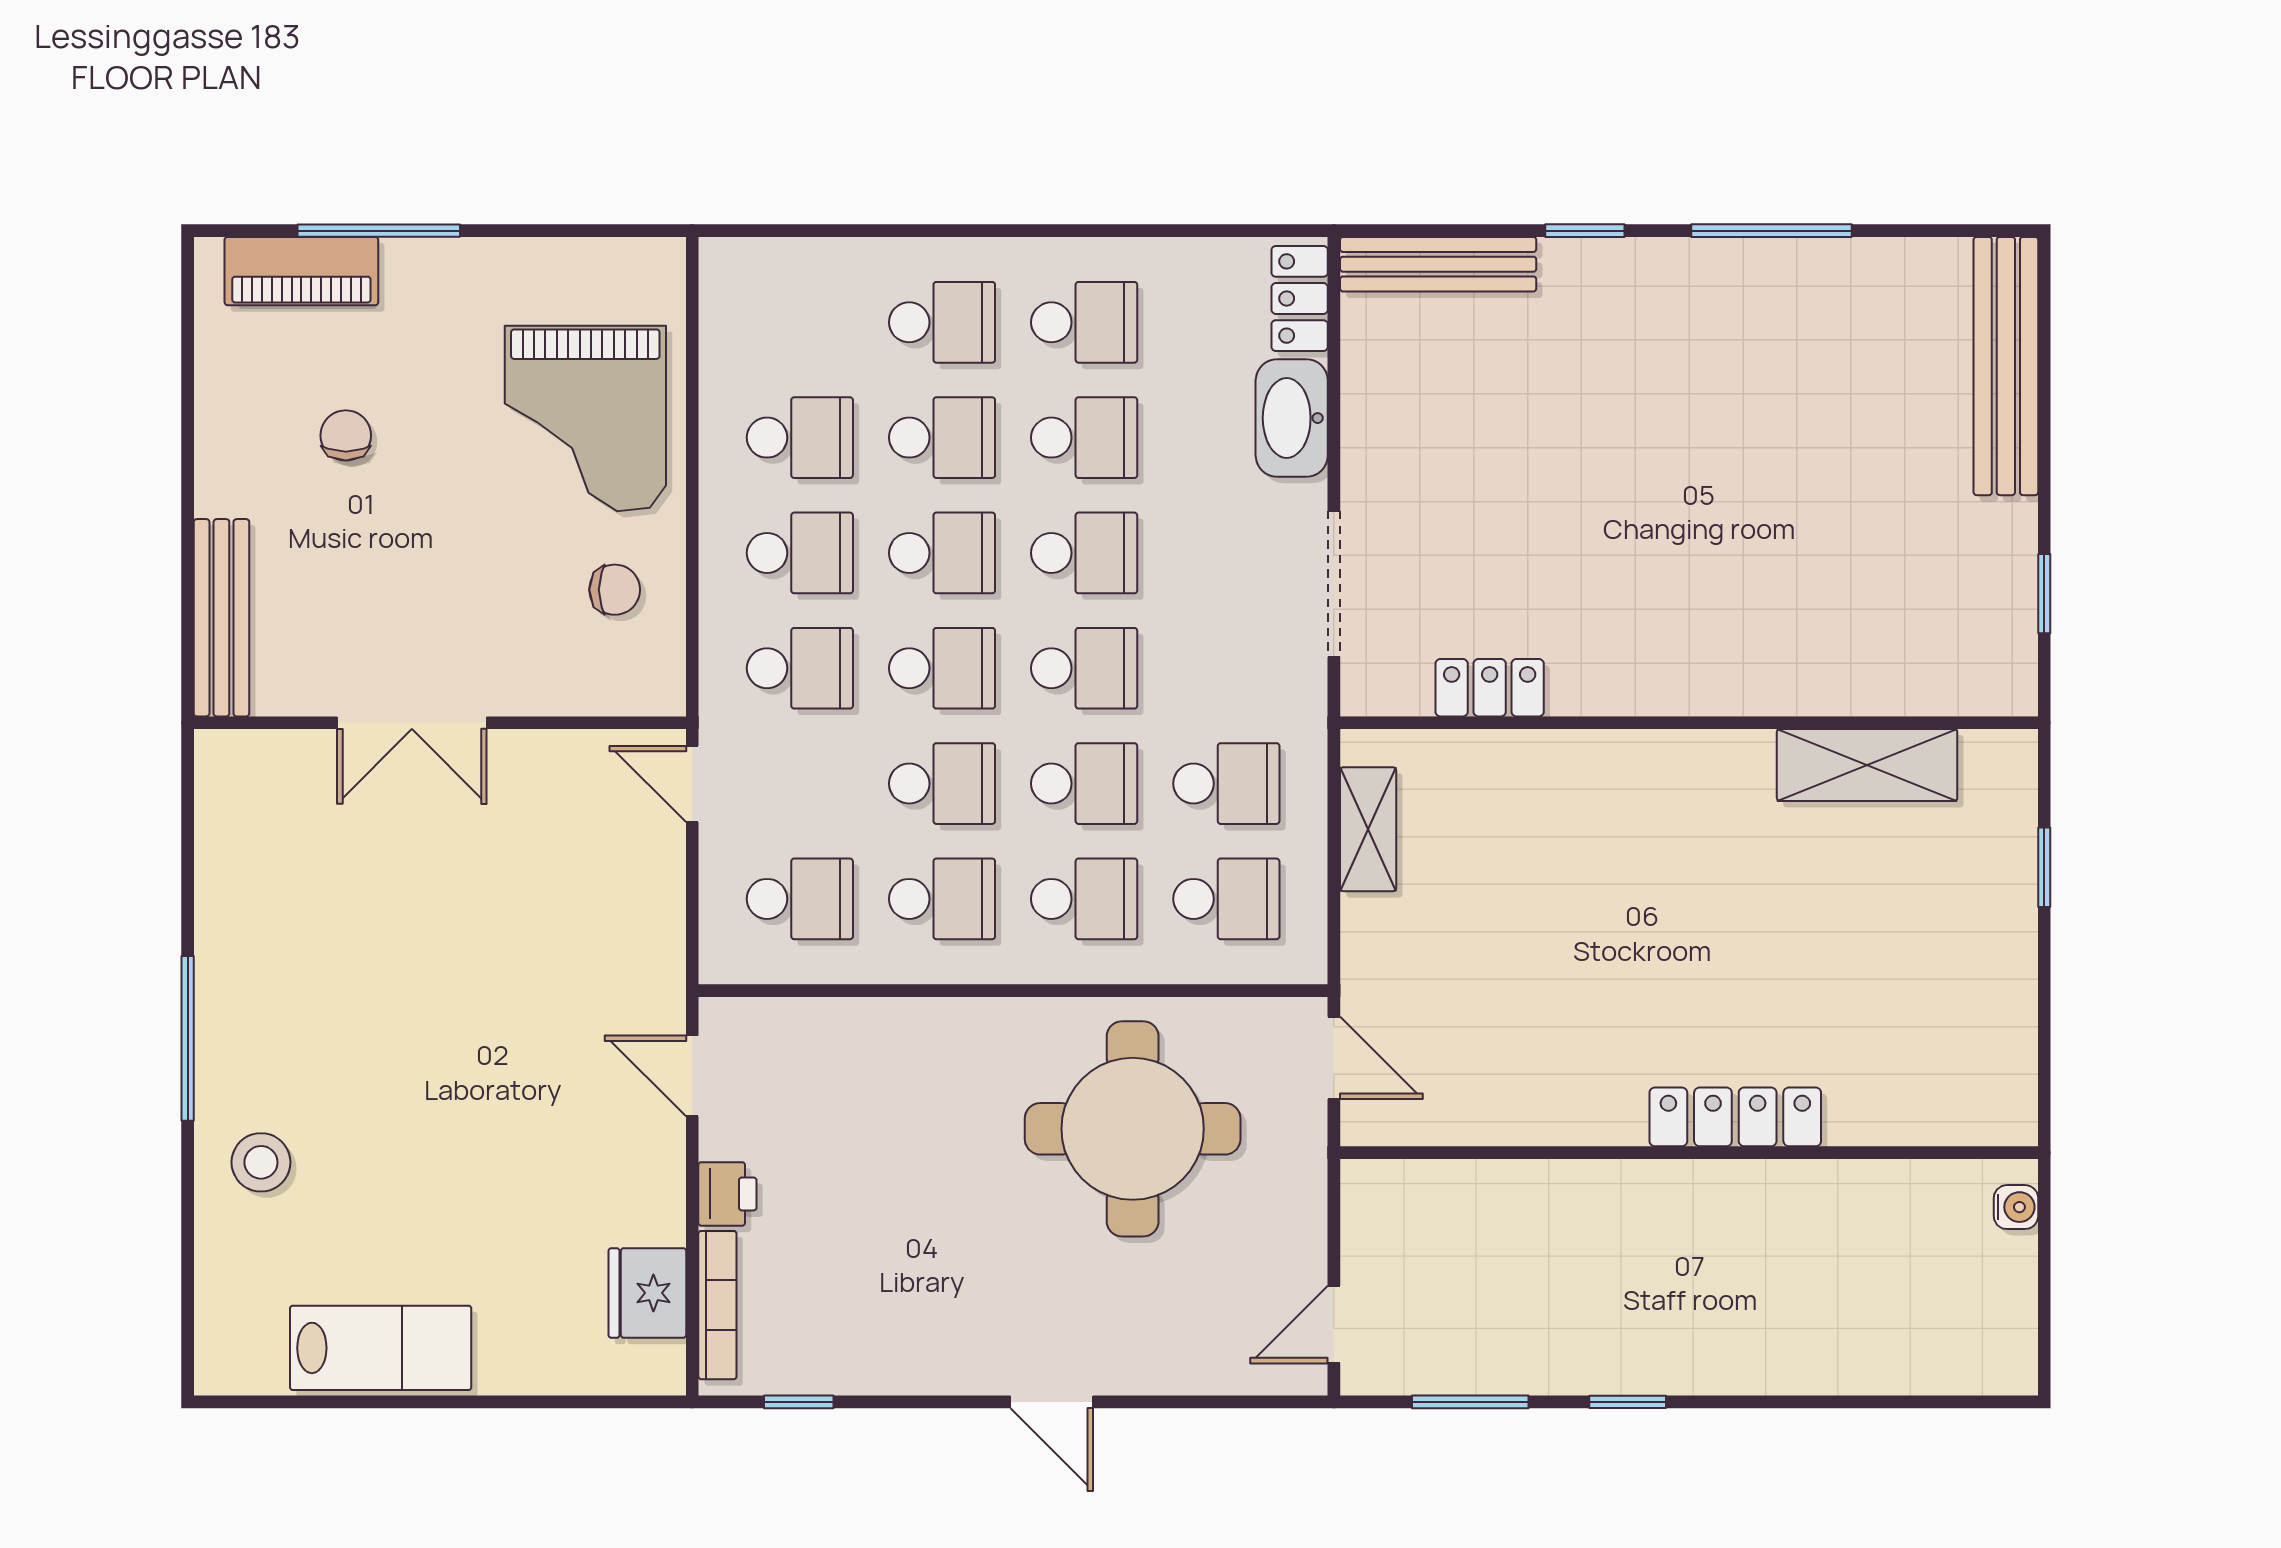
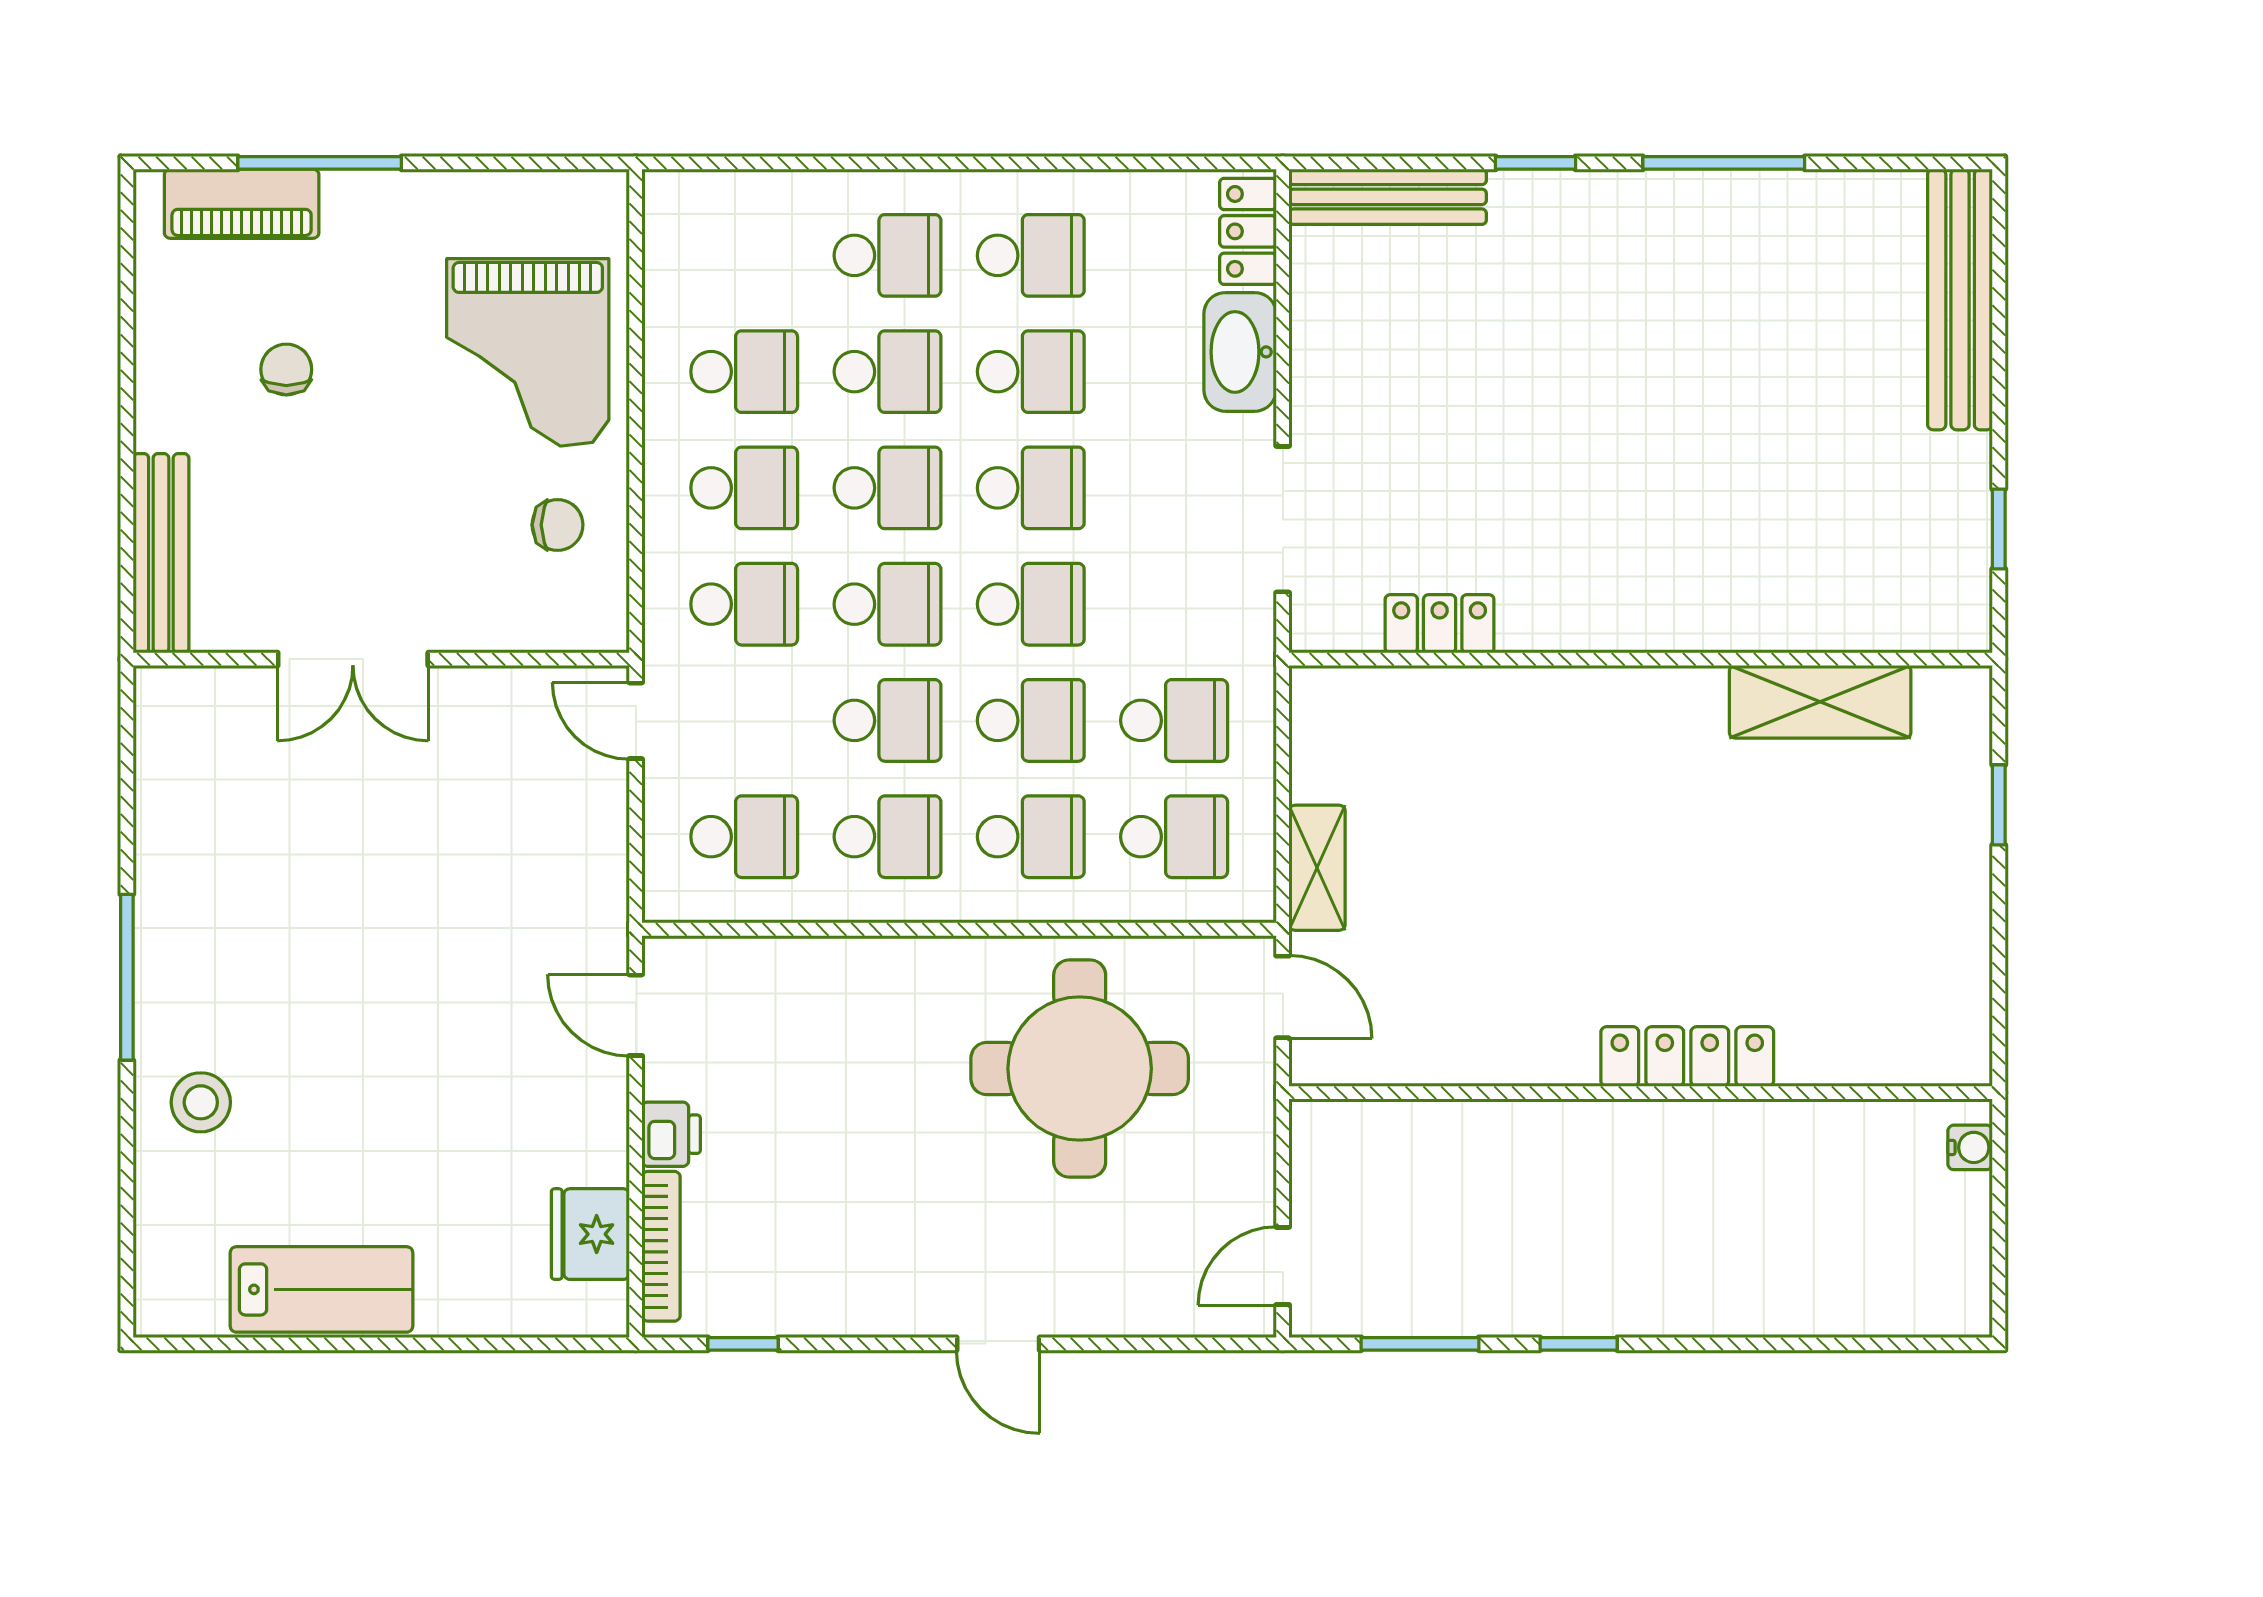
shelving: (1368, 829) -> (1317, 868), moved

